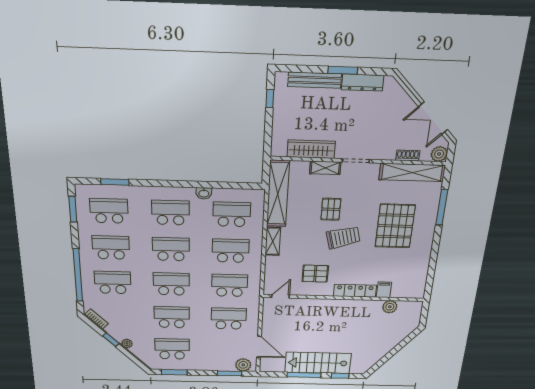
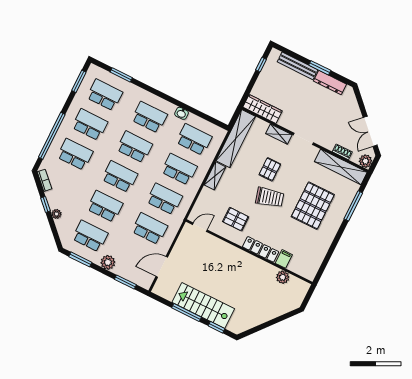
wardrobe: (311, 149) -> (263, 109), moved
door: (259, 347) -> (162, 267), swing flipped
plant: (243, 365) -> (108, 262), moved

